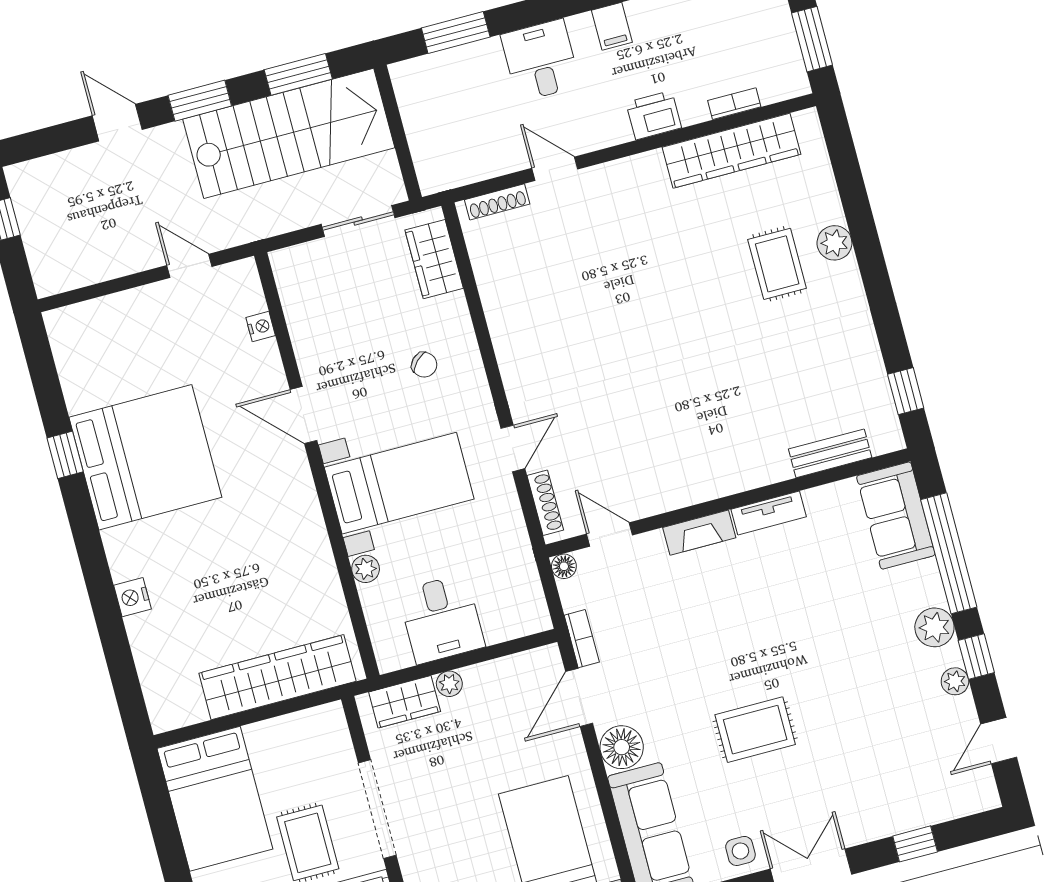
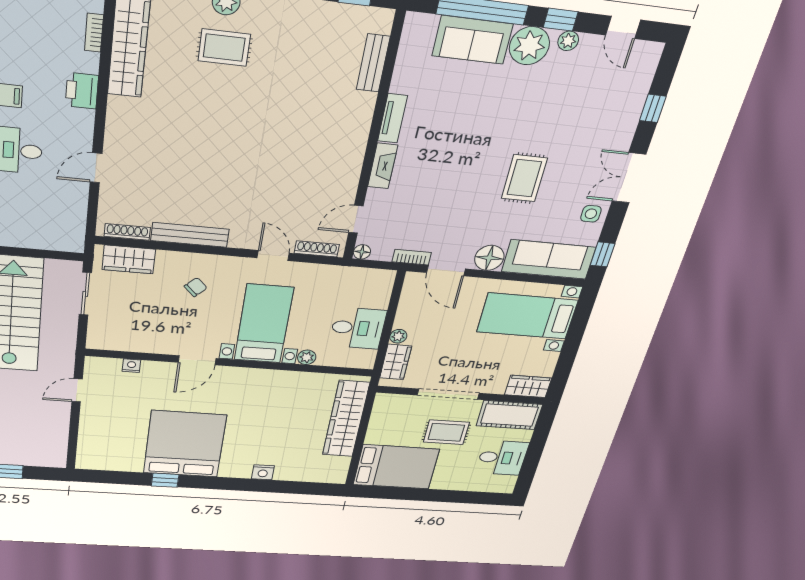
shoe rack: (497, 202) -> (127, 232), moved, turned -90
bench: (502, 325) -> (190, 235), added
sofa: (896, 516) -> (472, 40), moved
plant: (934, 627) -> (529, 46), width x1.36, depth x1.36

